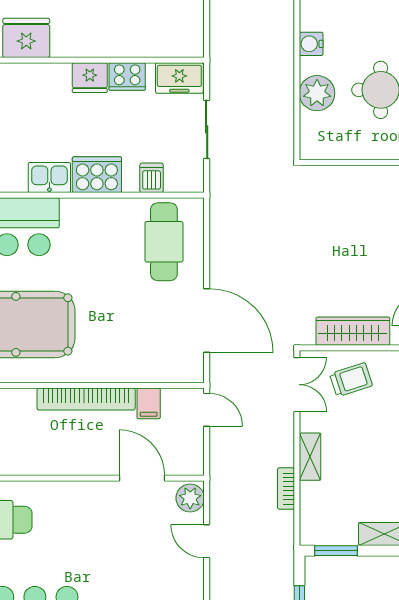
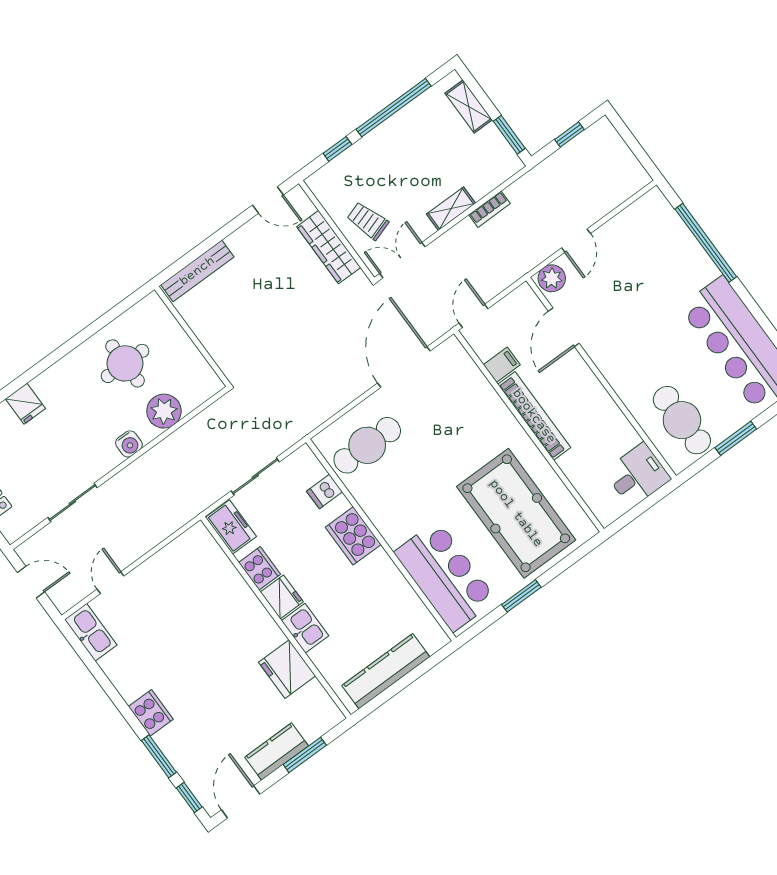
kitchen sink: (49, 177) -> (305, 628), moved, turned 180

